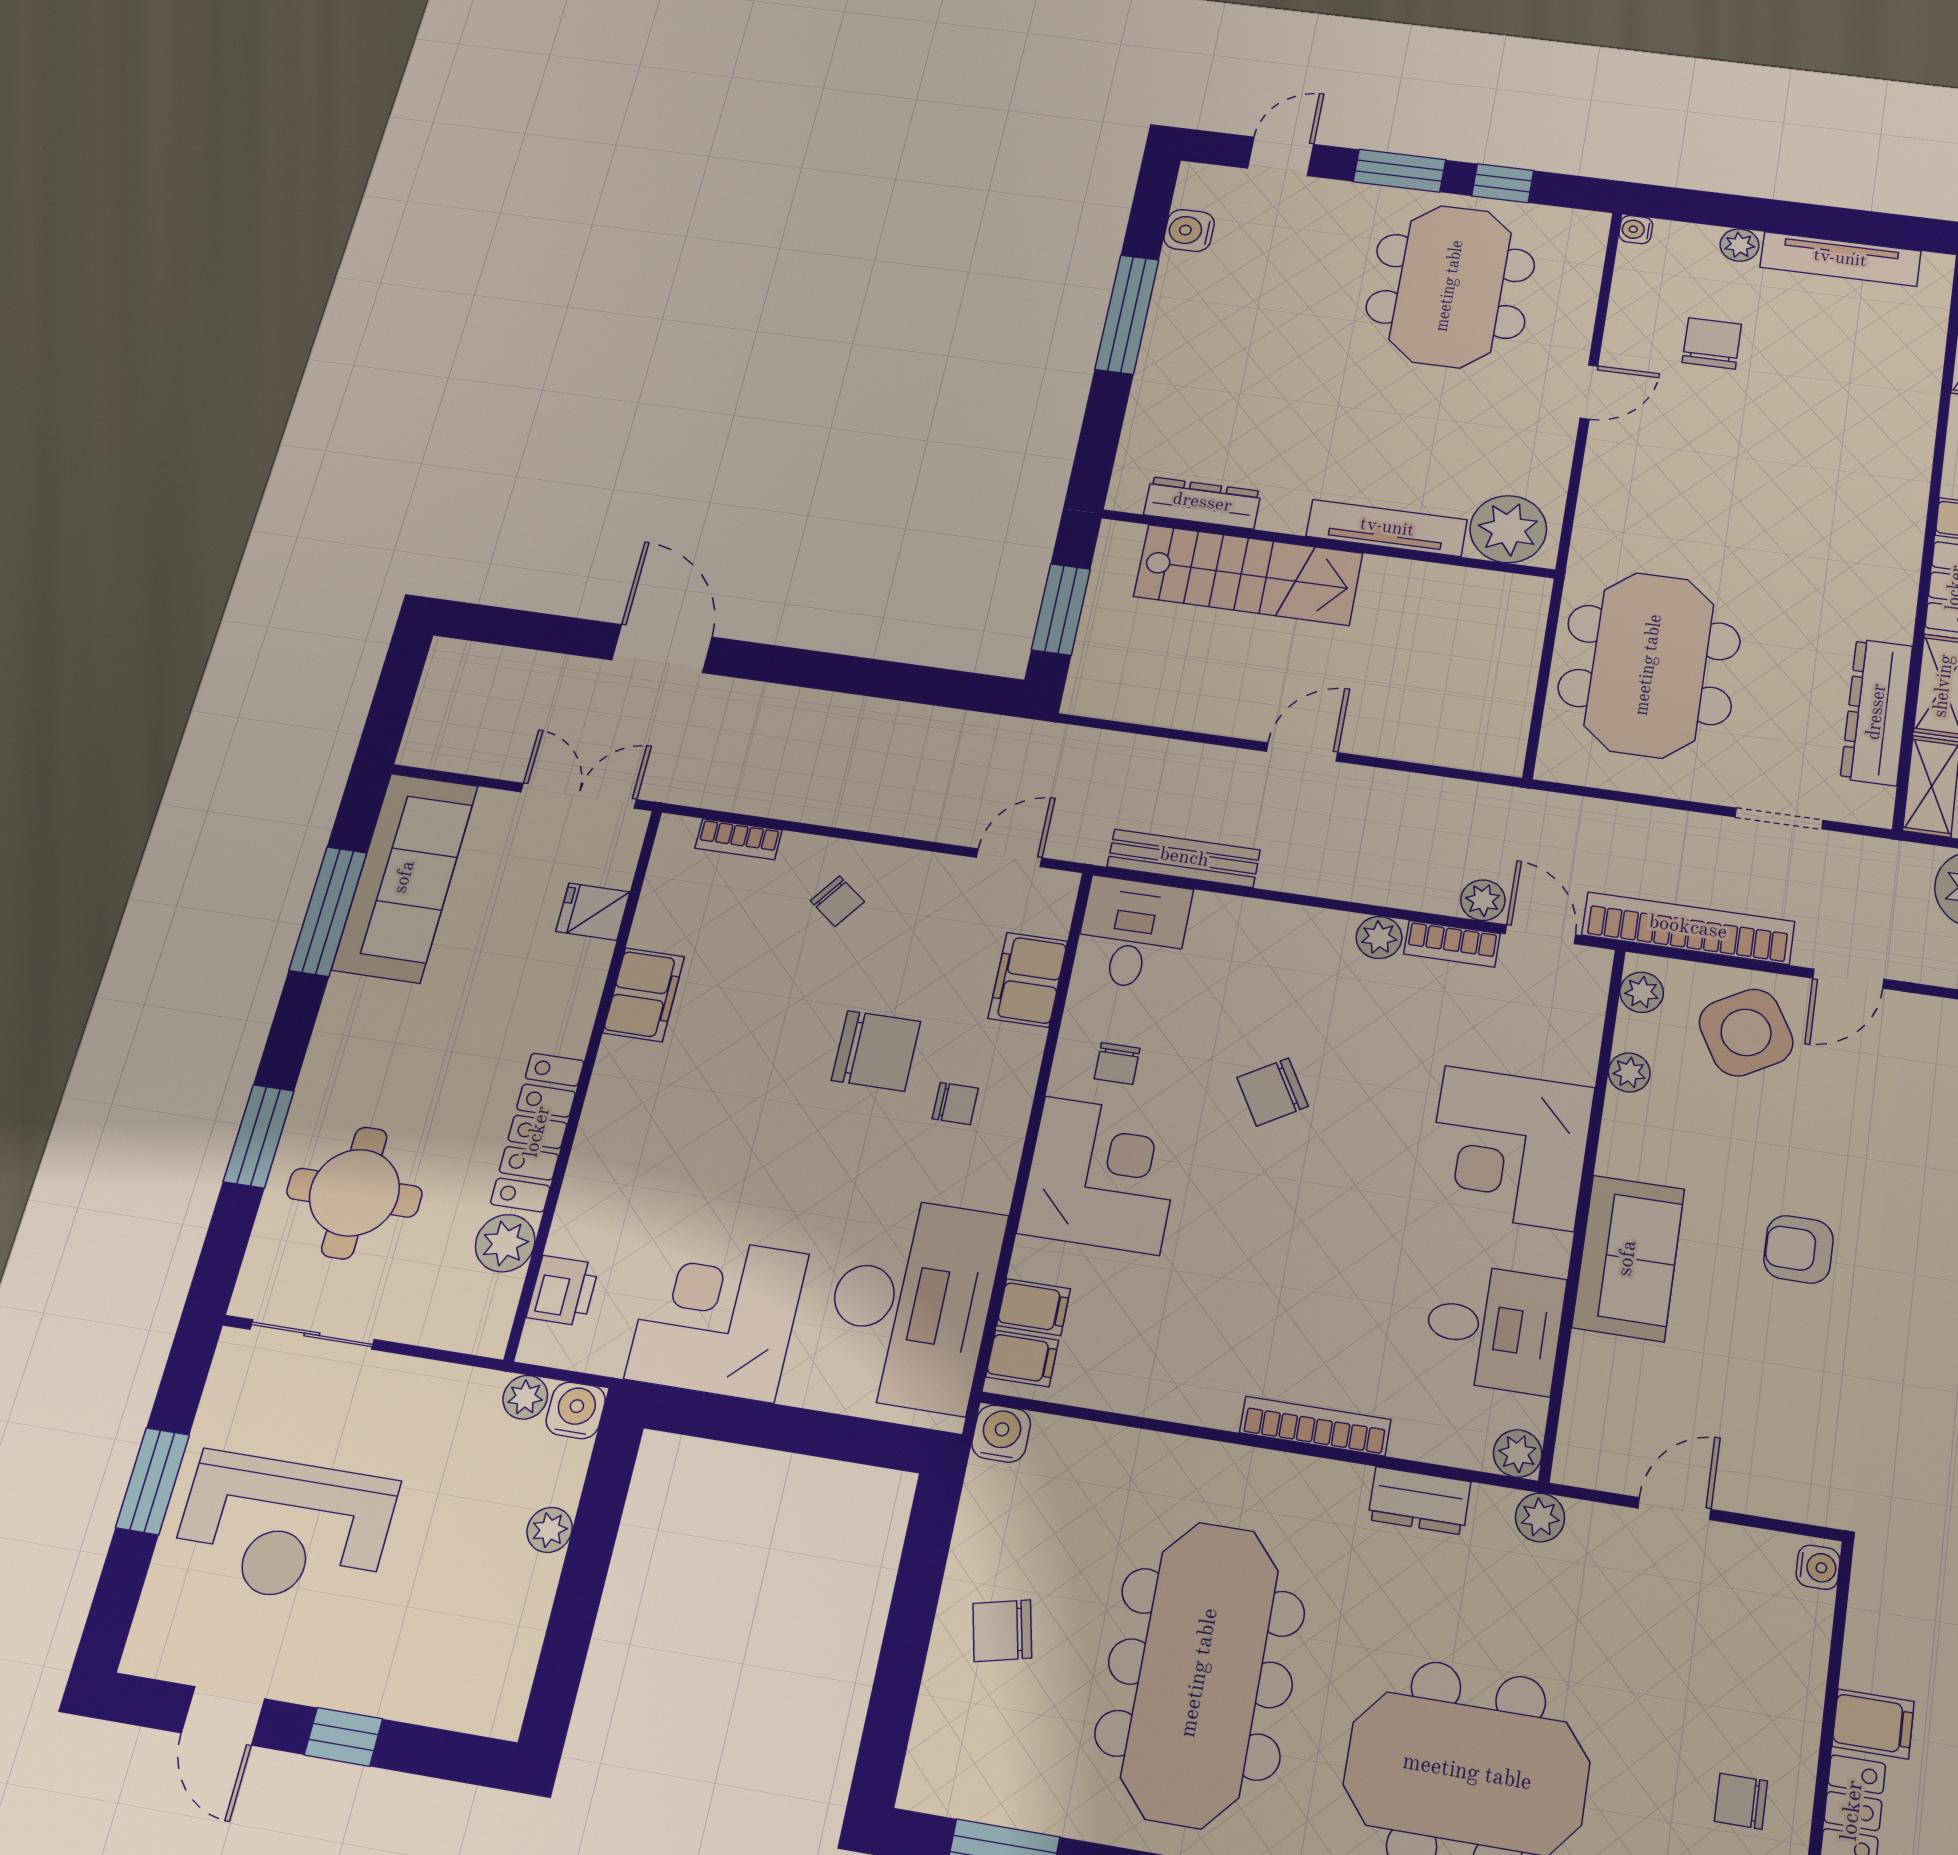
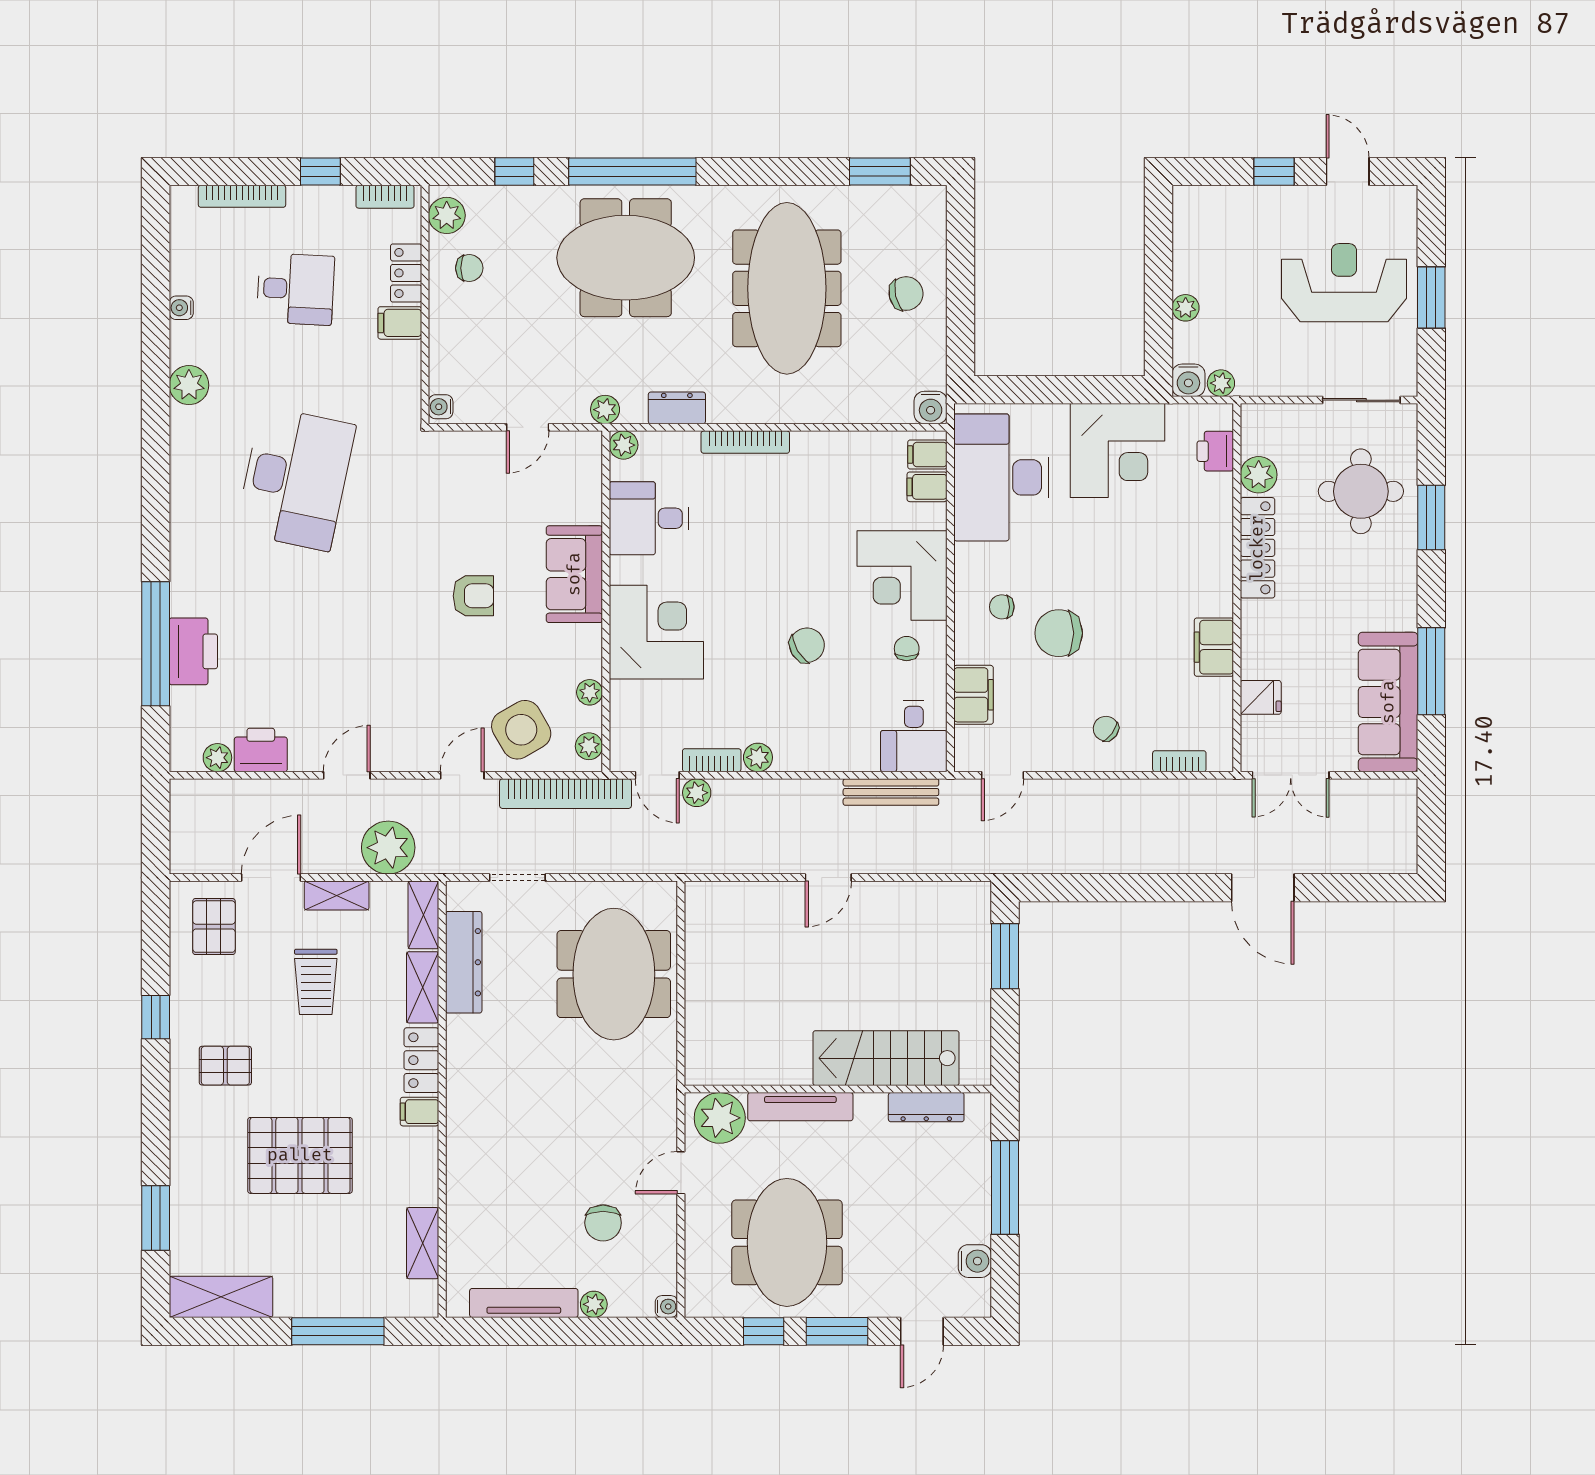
dresser: (1202, 503) -> (926, 1107), moved
tv unit: (1387, 528) -> (800, 1107), moved
plant: (1508, 529) -> (720, 1118), moved
wall: (1327, 544) -> (838, 1089), moved
stairs: (1248, 575) -> (886, 1058), moved

